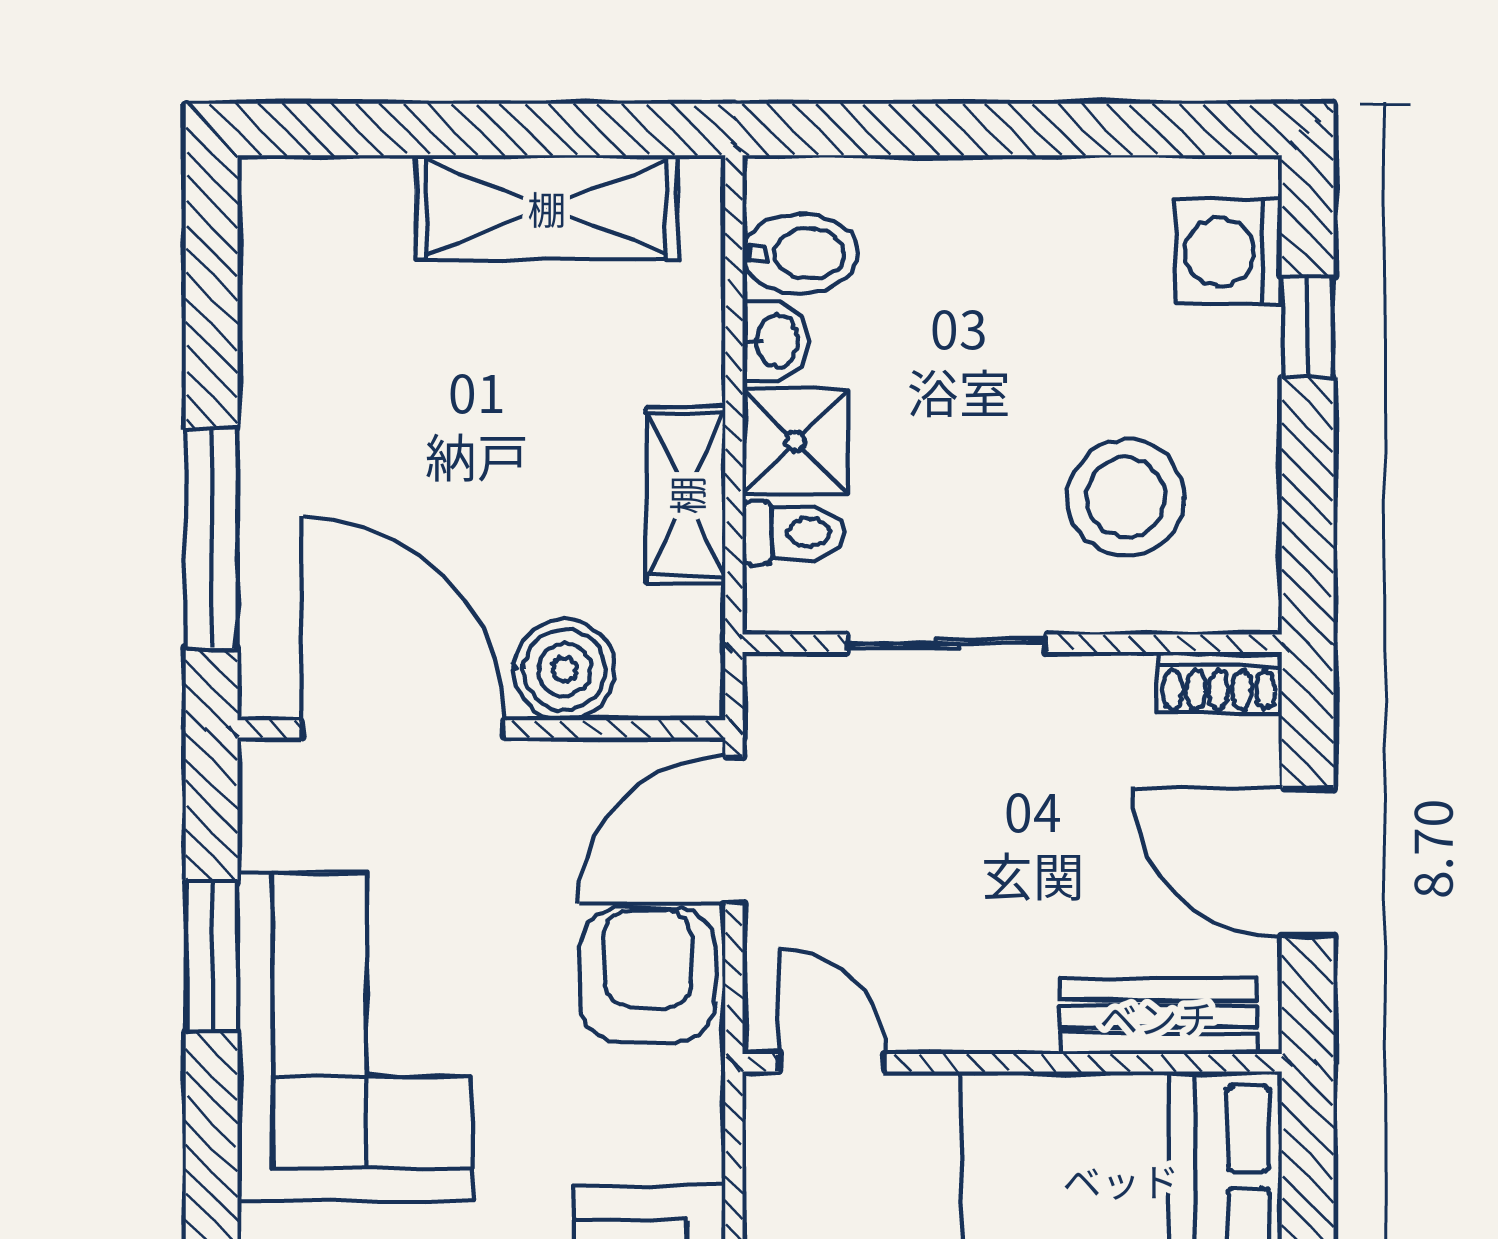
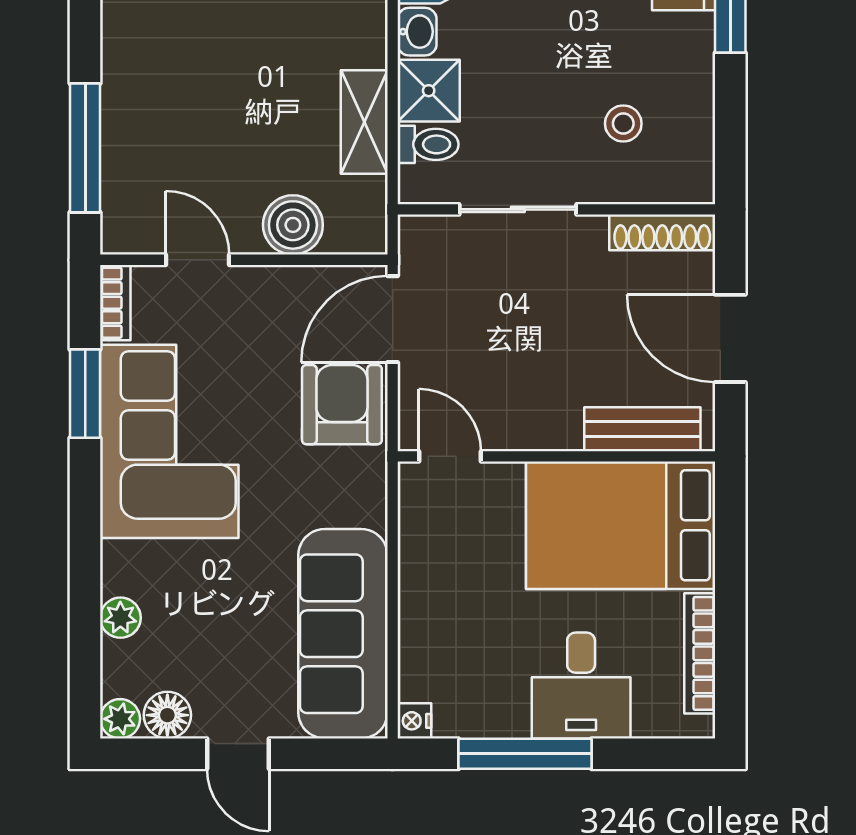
stool: (1126, 497) -> (623, 124), width x0.53, depth x0.53
shoe rack: (1219, 682) -> (662, 232), width x1.43
door: (403, 729) -> (198, 260), width x0.53
bookcase: (263, 802) -> (115, 303), added

